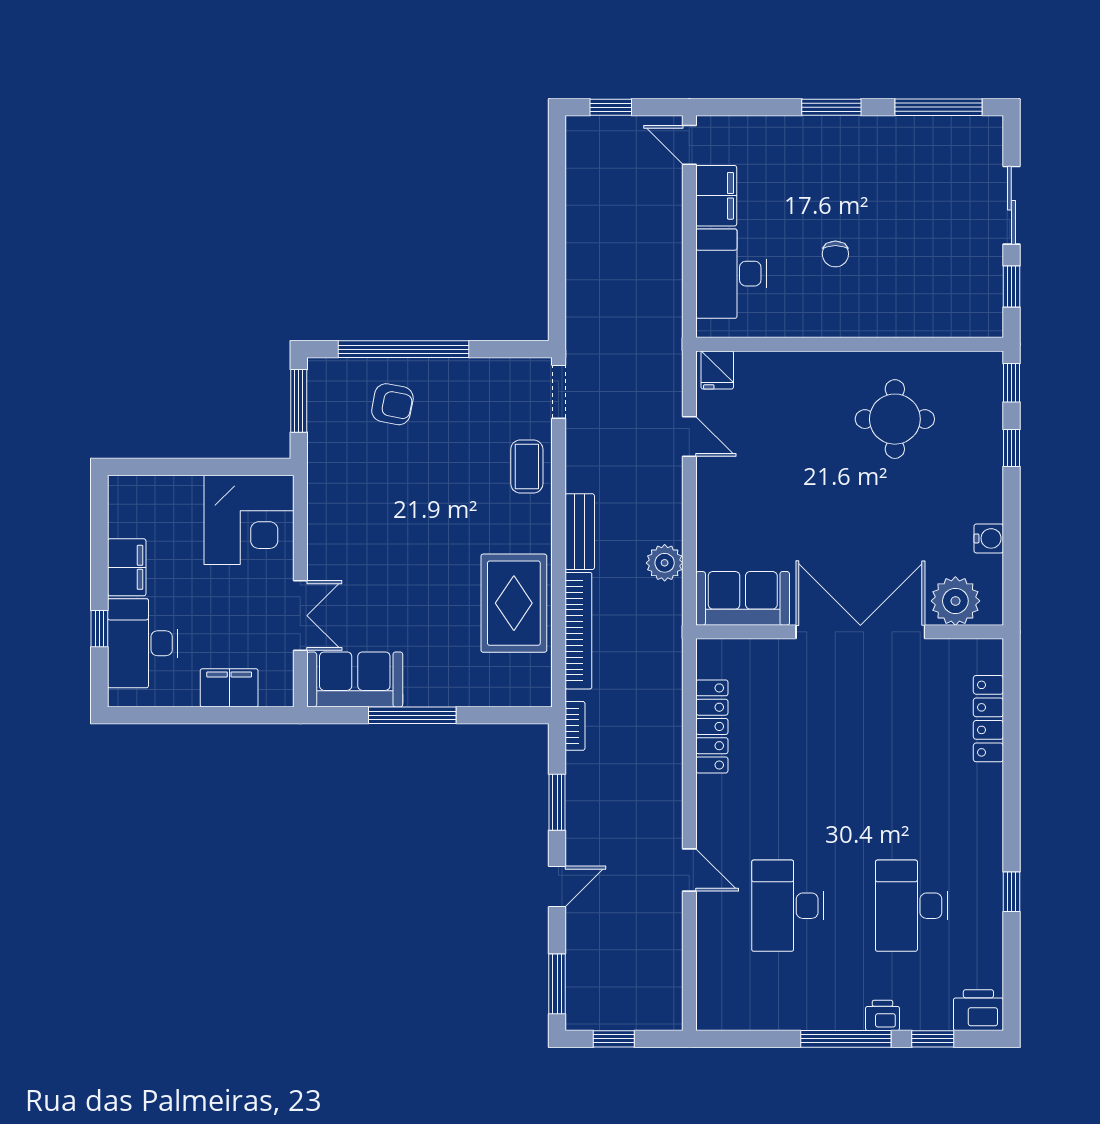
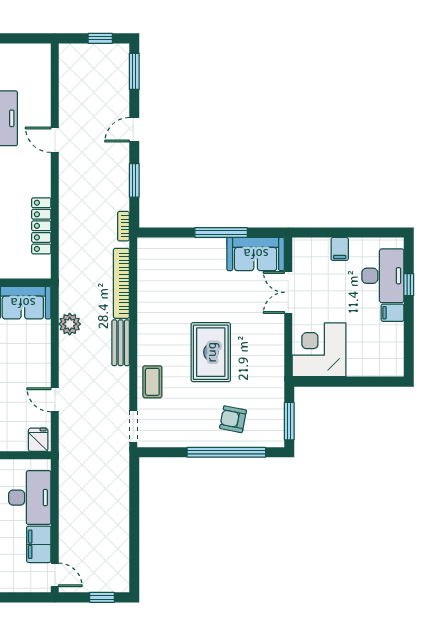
filing cabinet: (127, 567) -> (392, 313), width x0.50
rug: (514, 603) -> (211, 352), moved
filing cabinet: (229, 688) -> (340, 249), width x0.50

